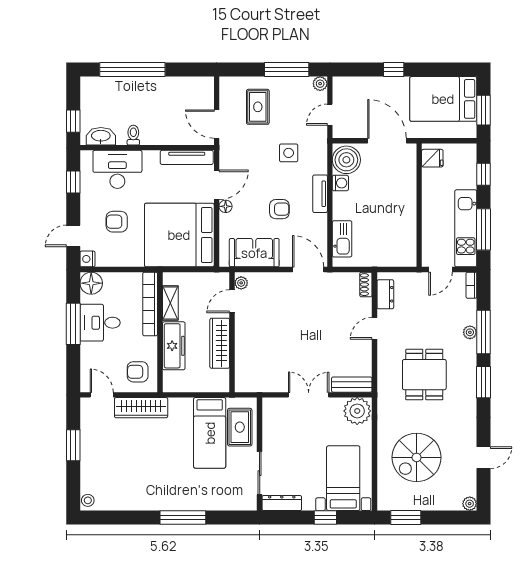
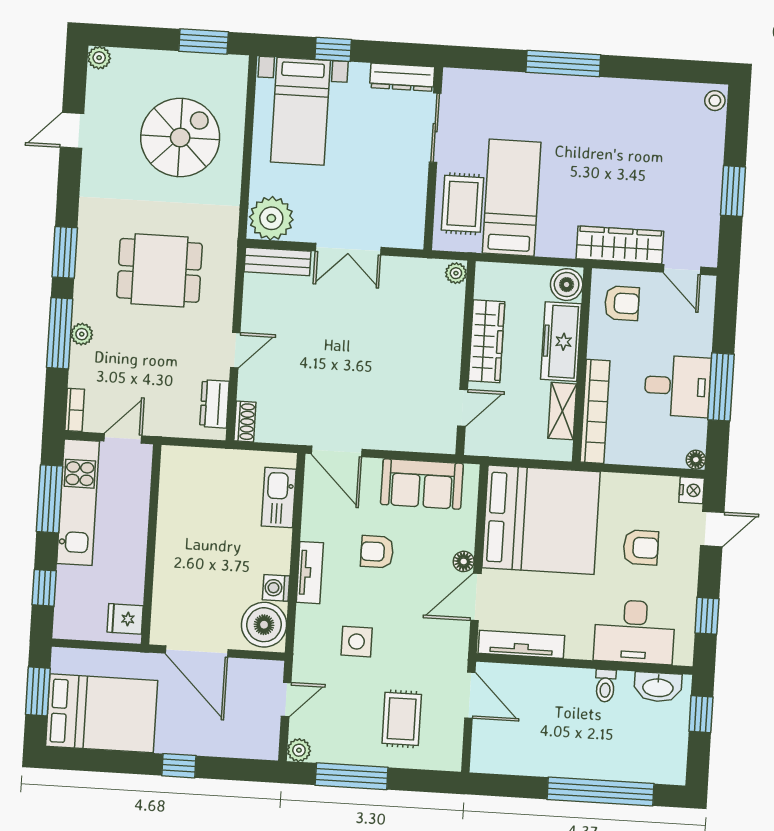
floor lamp: (91, 283) -> (696, 460), width x0.53, depth x0.53
plant: (241, 283) -> (456, 273), moved
dining table: (424, 375) -> (159, 270), turned 90
boiler: (172, 381) -> (567, 285), added

